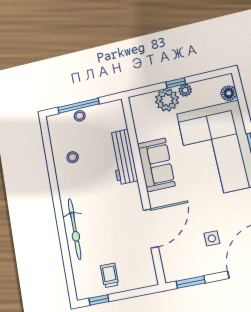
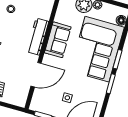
workbench: (123, 157) -> (38, 37), moved

